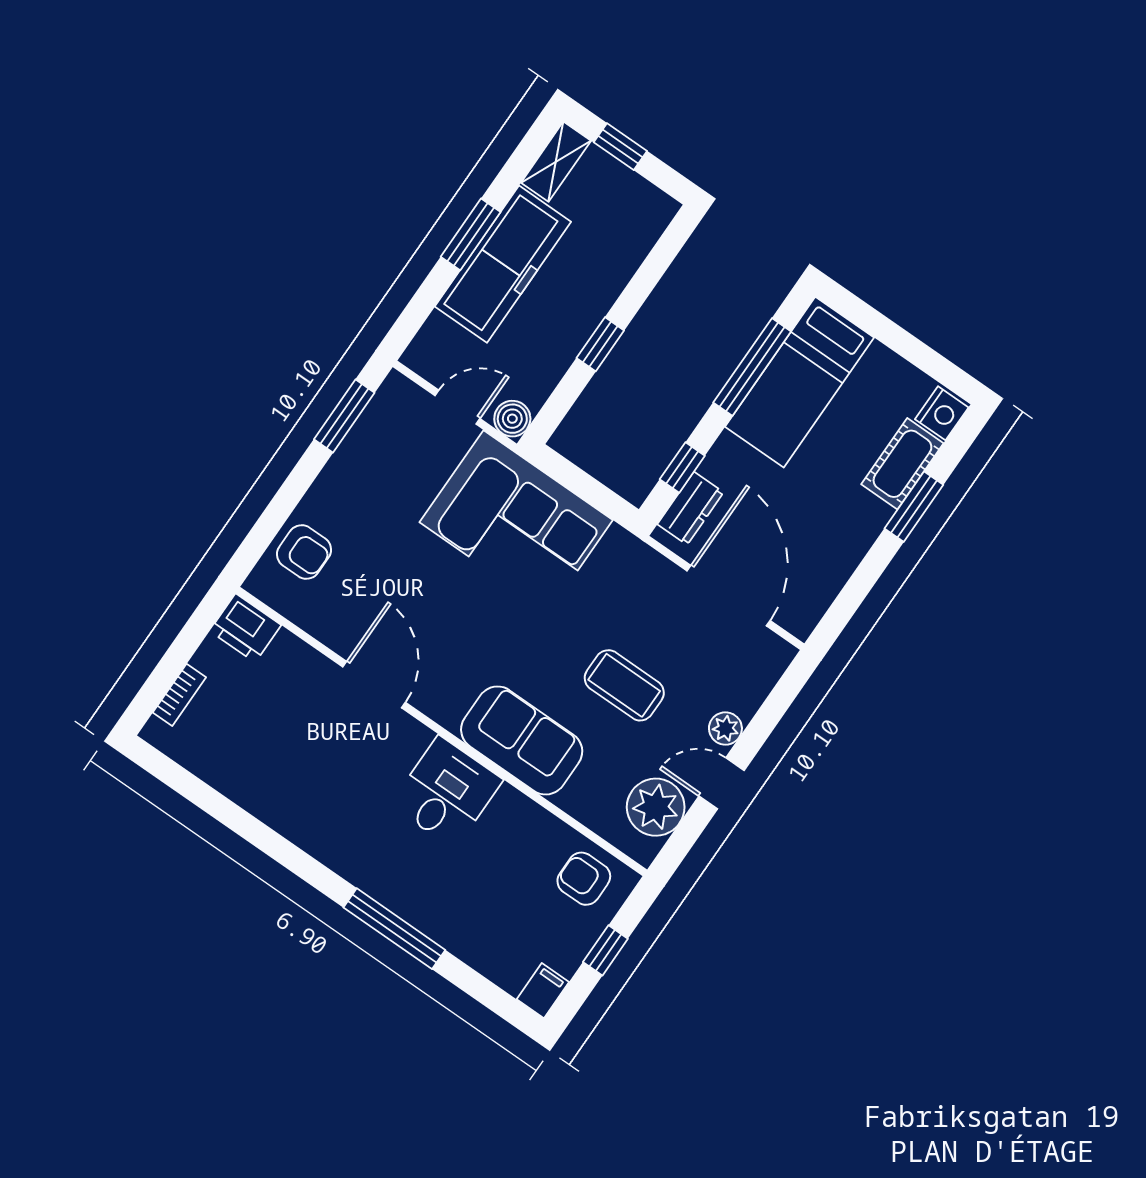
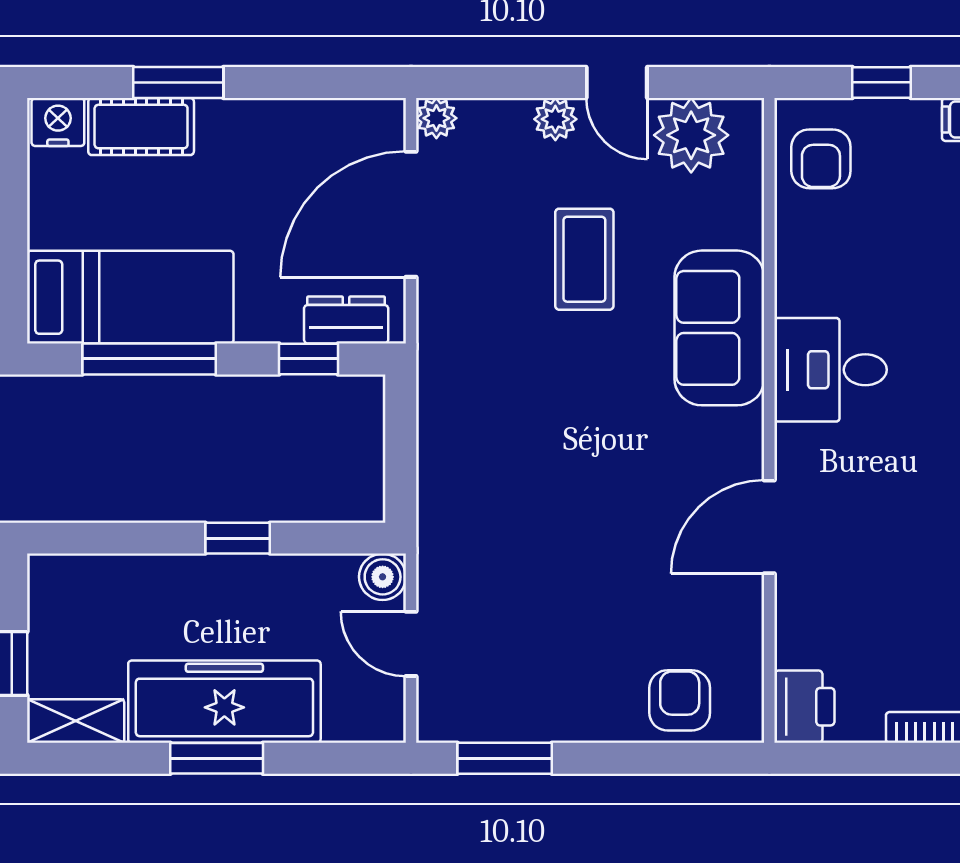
corner sofa: (516, 521) -> (489, 497), removed
plant: (778, 654) -> (436, 118), added

